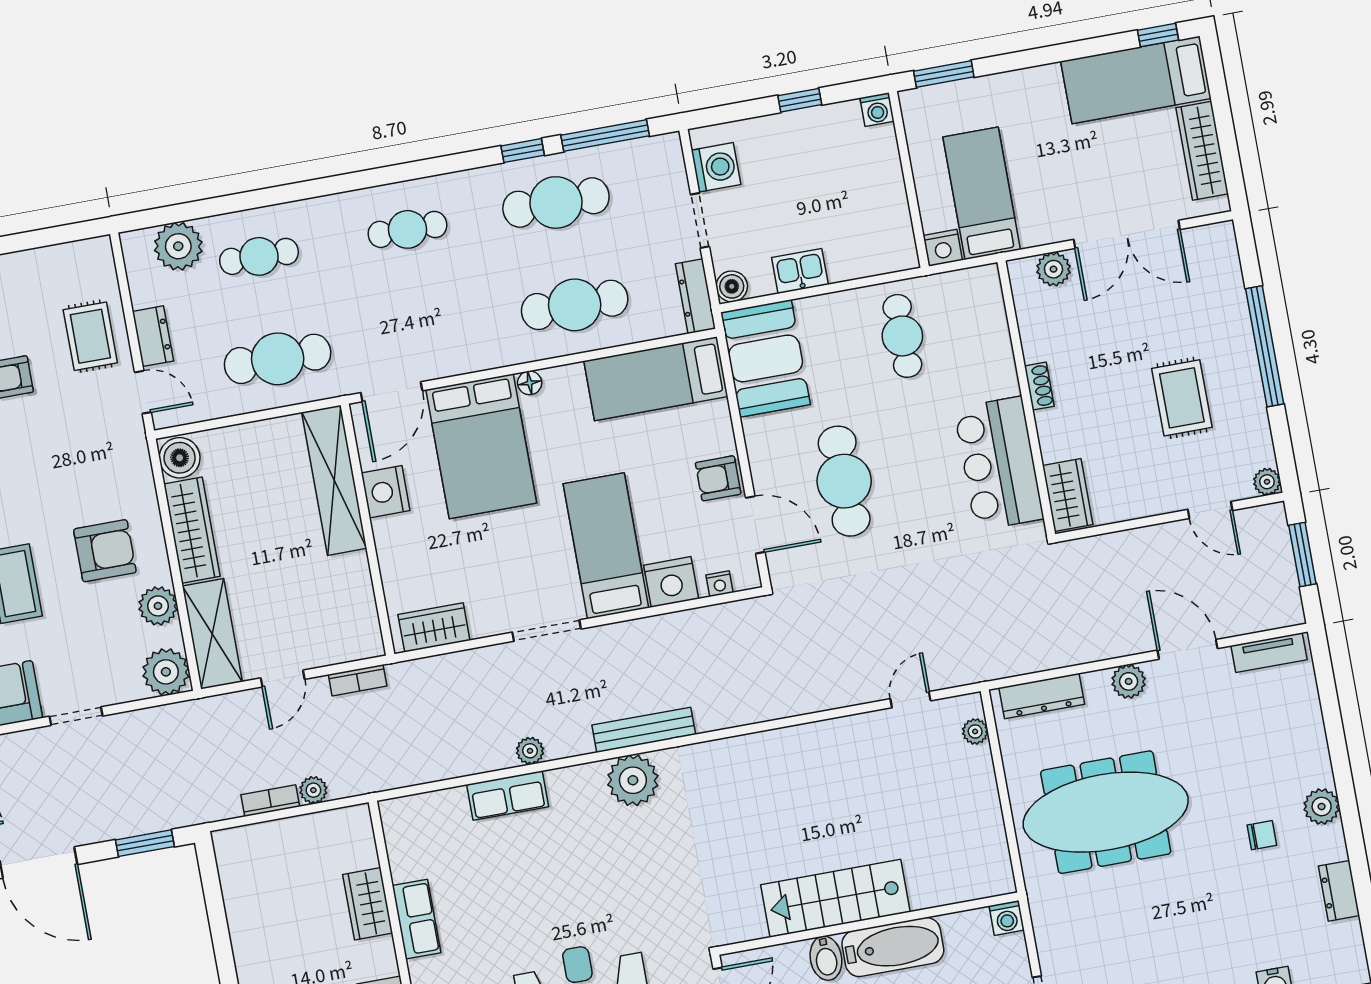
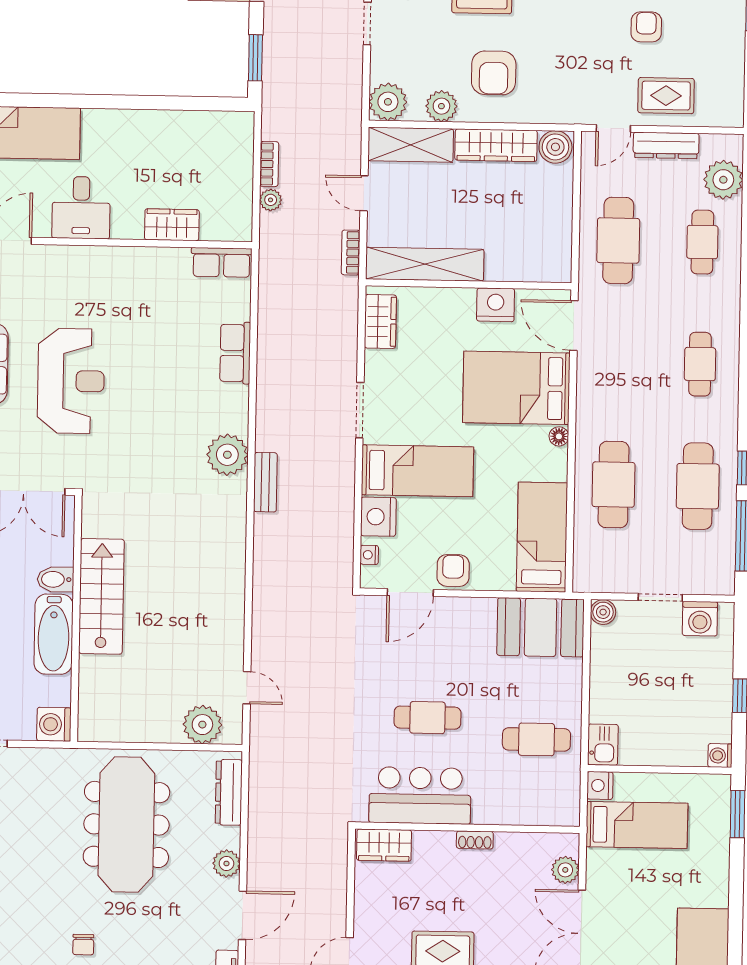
kitchen sink: (800, 271) -> (603, 745), moved
dresser: (695, 296) -> (601, 582), removed
dresser: (153, 336) -> (666, 145), width x1.44
shelving: (334, 480) -> (425, 264), moved
cafe table: (844, 481) -> (427, 718), moved, width x0.73, depth x0.74
bench: (644, 730) -> (265, 482), width x0.73
plant: (975, 731) -> (202, 725), width x1.88, depth x1.88
plant: (530, 751) -> (267, 378), removed
washing machine: (1007, 918) -> (54, 724), width x1.38, depth x1.38
row of seats: (416, 919) -> (221, 262), moved

